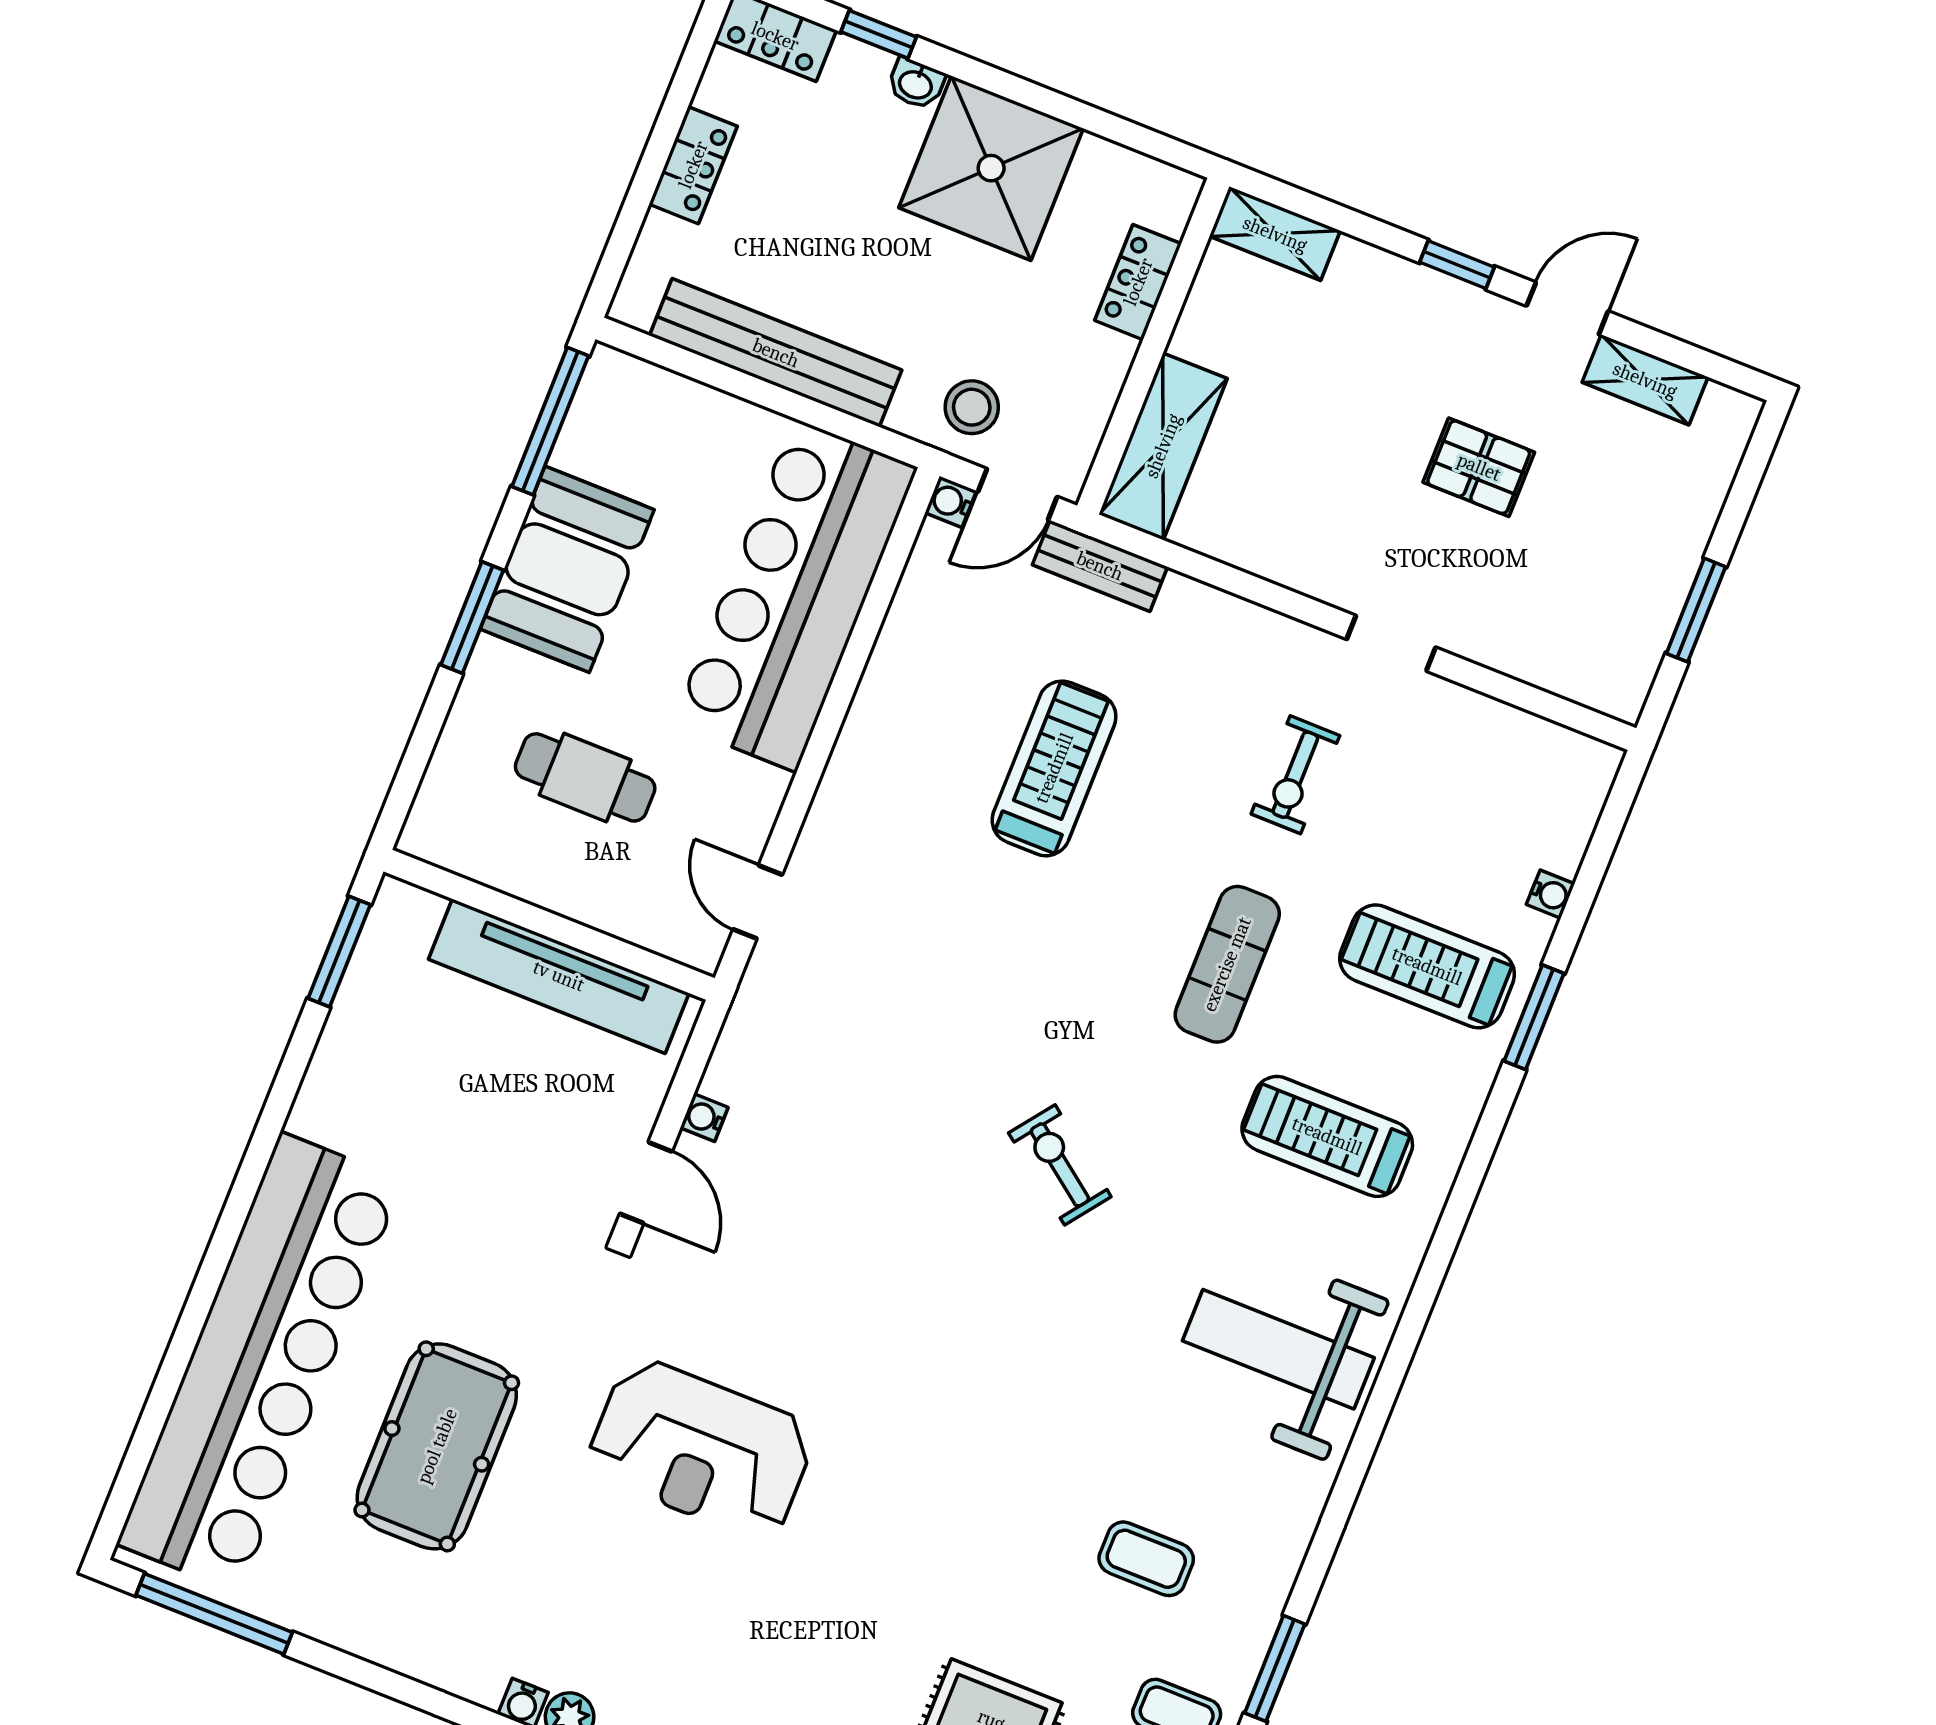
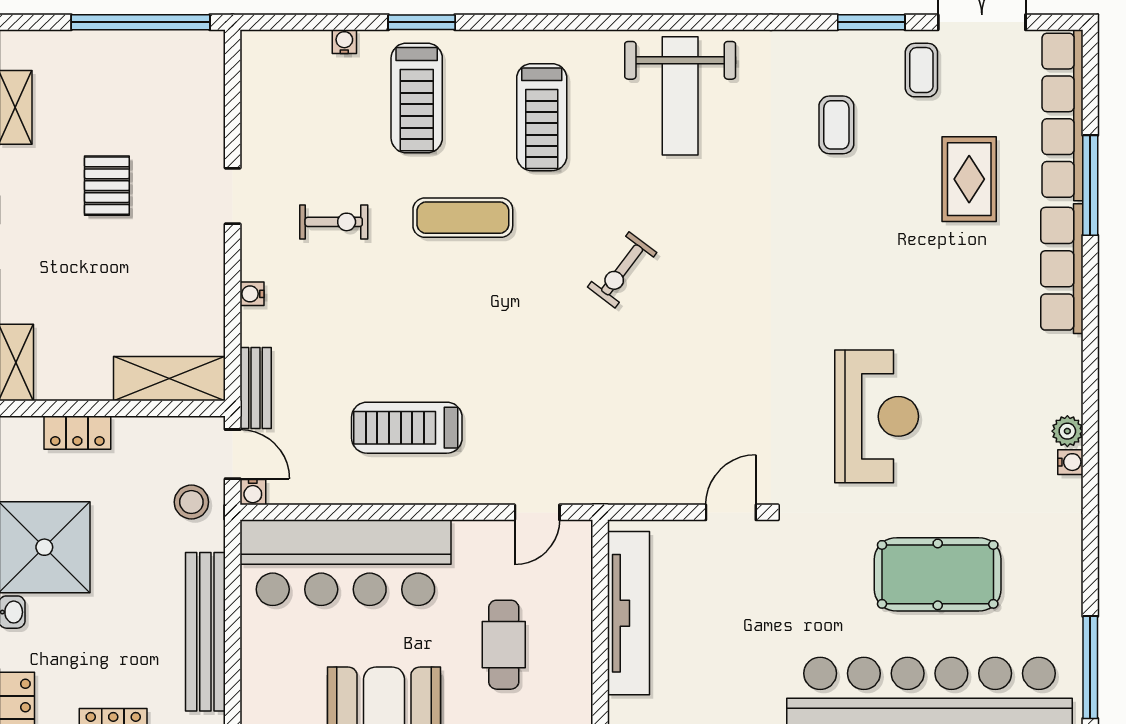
window: (1696, 610) -> (140, 22), width x2.11
treadmill: (1054, 768) -> (407, 428), moved
water cooler: (704, 1118) -> (252, 294), moved, turned 90

